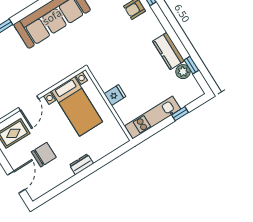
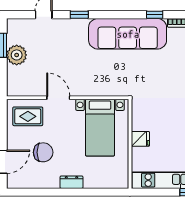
door: (29, 103) -> (58, 98), swing flipped

